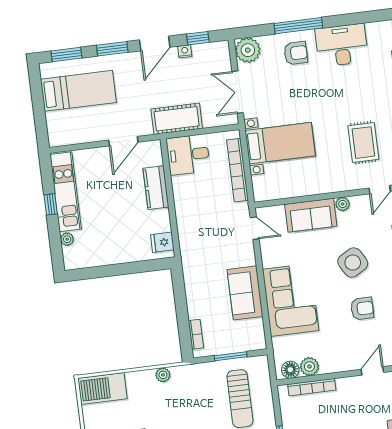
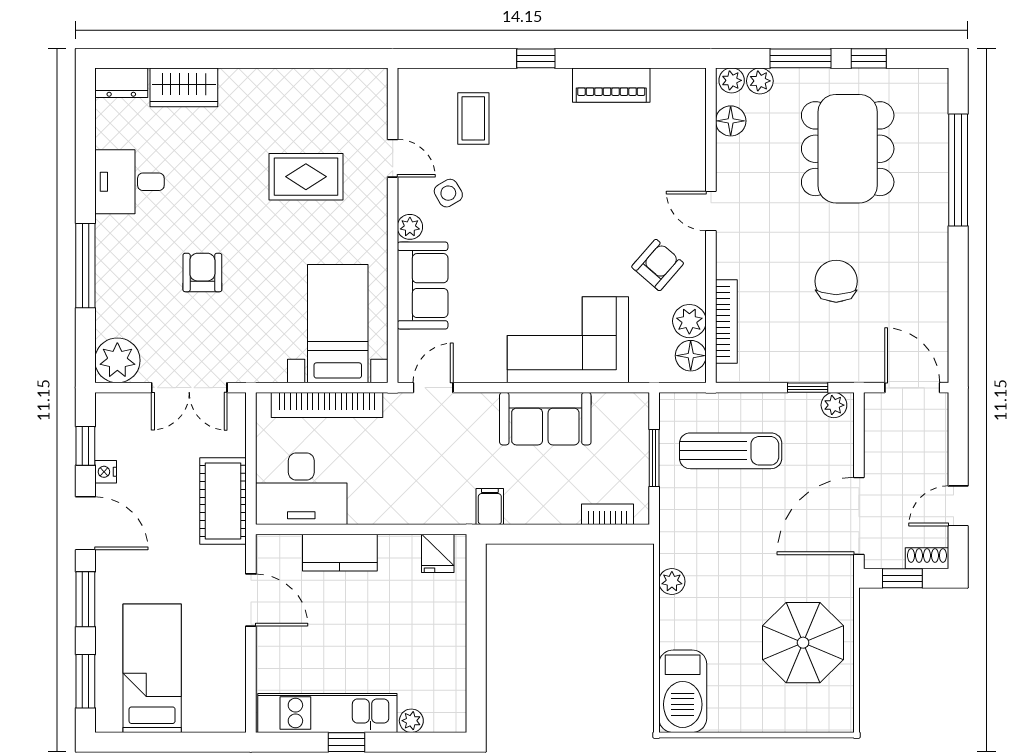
desk: (342, 45) -> (129, 182), width x0.73
armchair: (296, 53) -> (202, 272), moved
bed with nightstands: (280, 143) -> (338, 324), moved
desk: (188, 155) -> (301, 489), width x1.37
side table: (353, 263) -> (448, 193), moved, width x0.54, depth x0.54
filing cabinet: (192, 268) -> (490, 507), added
armchair: (362, 308) -> (658, 265), moved, turned 41

